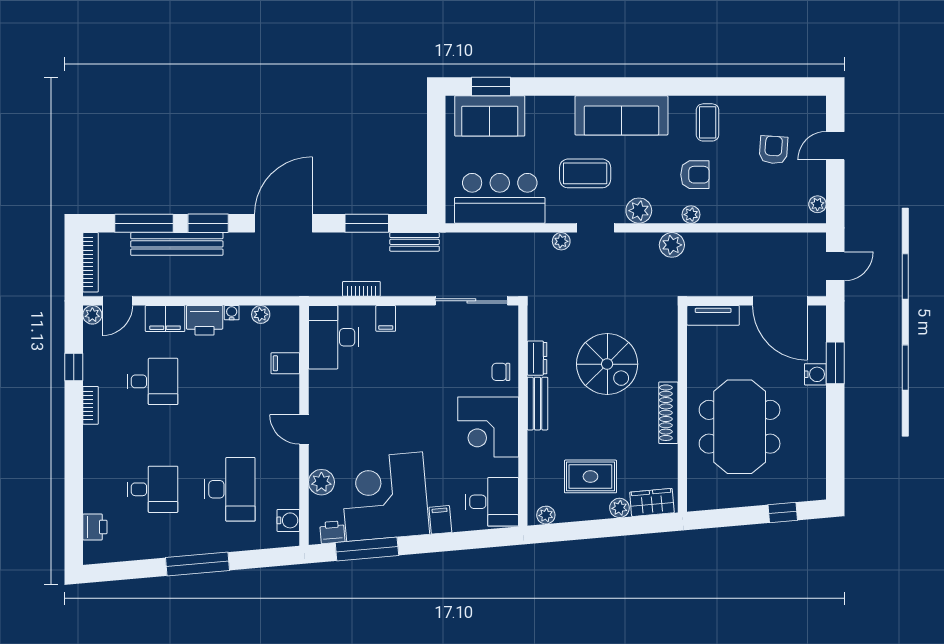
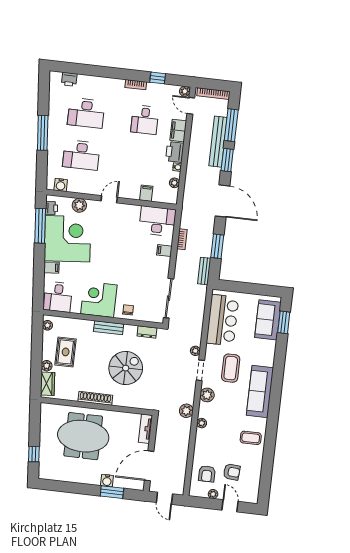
armchair: (695, 175) -> (207, 474), moved
plant: (817, 204) -> (213, 494), moved
dresser: (537, 358) -> (147, 332), moved
spiral stairs: (607, 364) -> (126, 368), turned 180
desk: (152, 489) -> (86, 113), width x1.37

